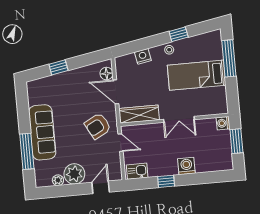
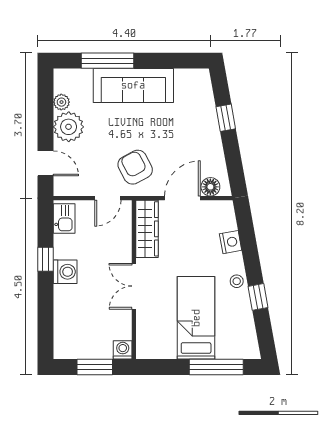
washing machine: (186, 166) -> (65, 272), moved

